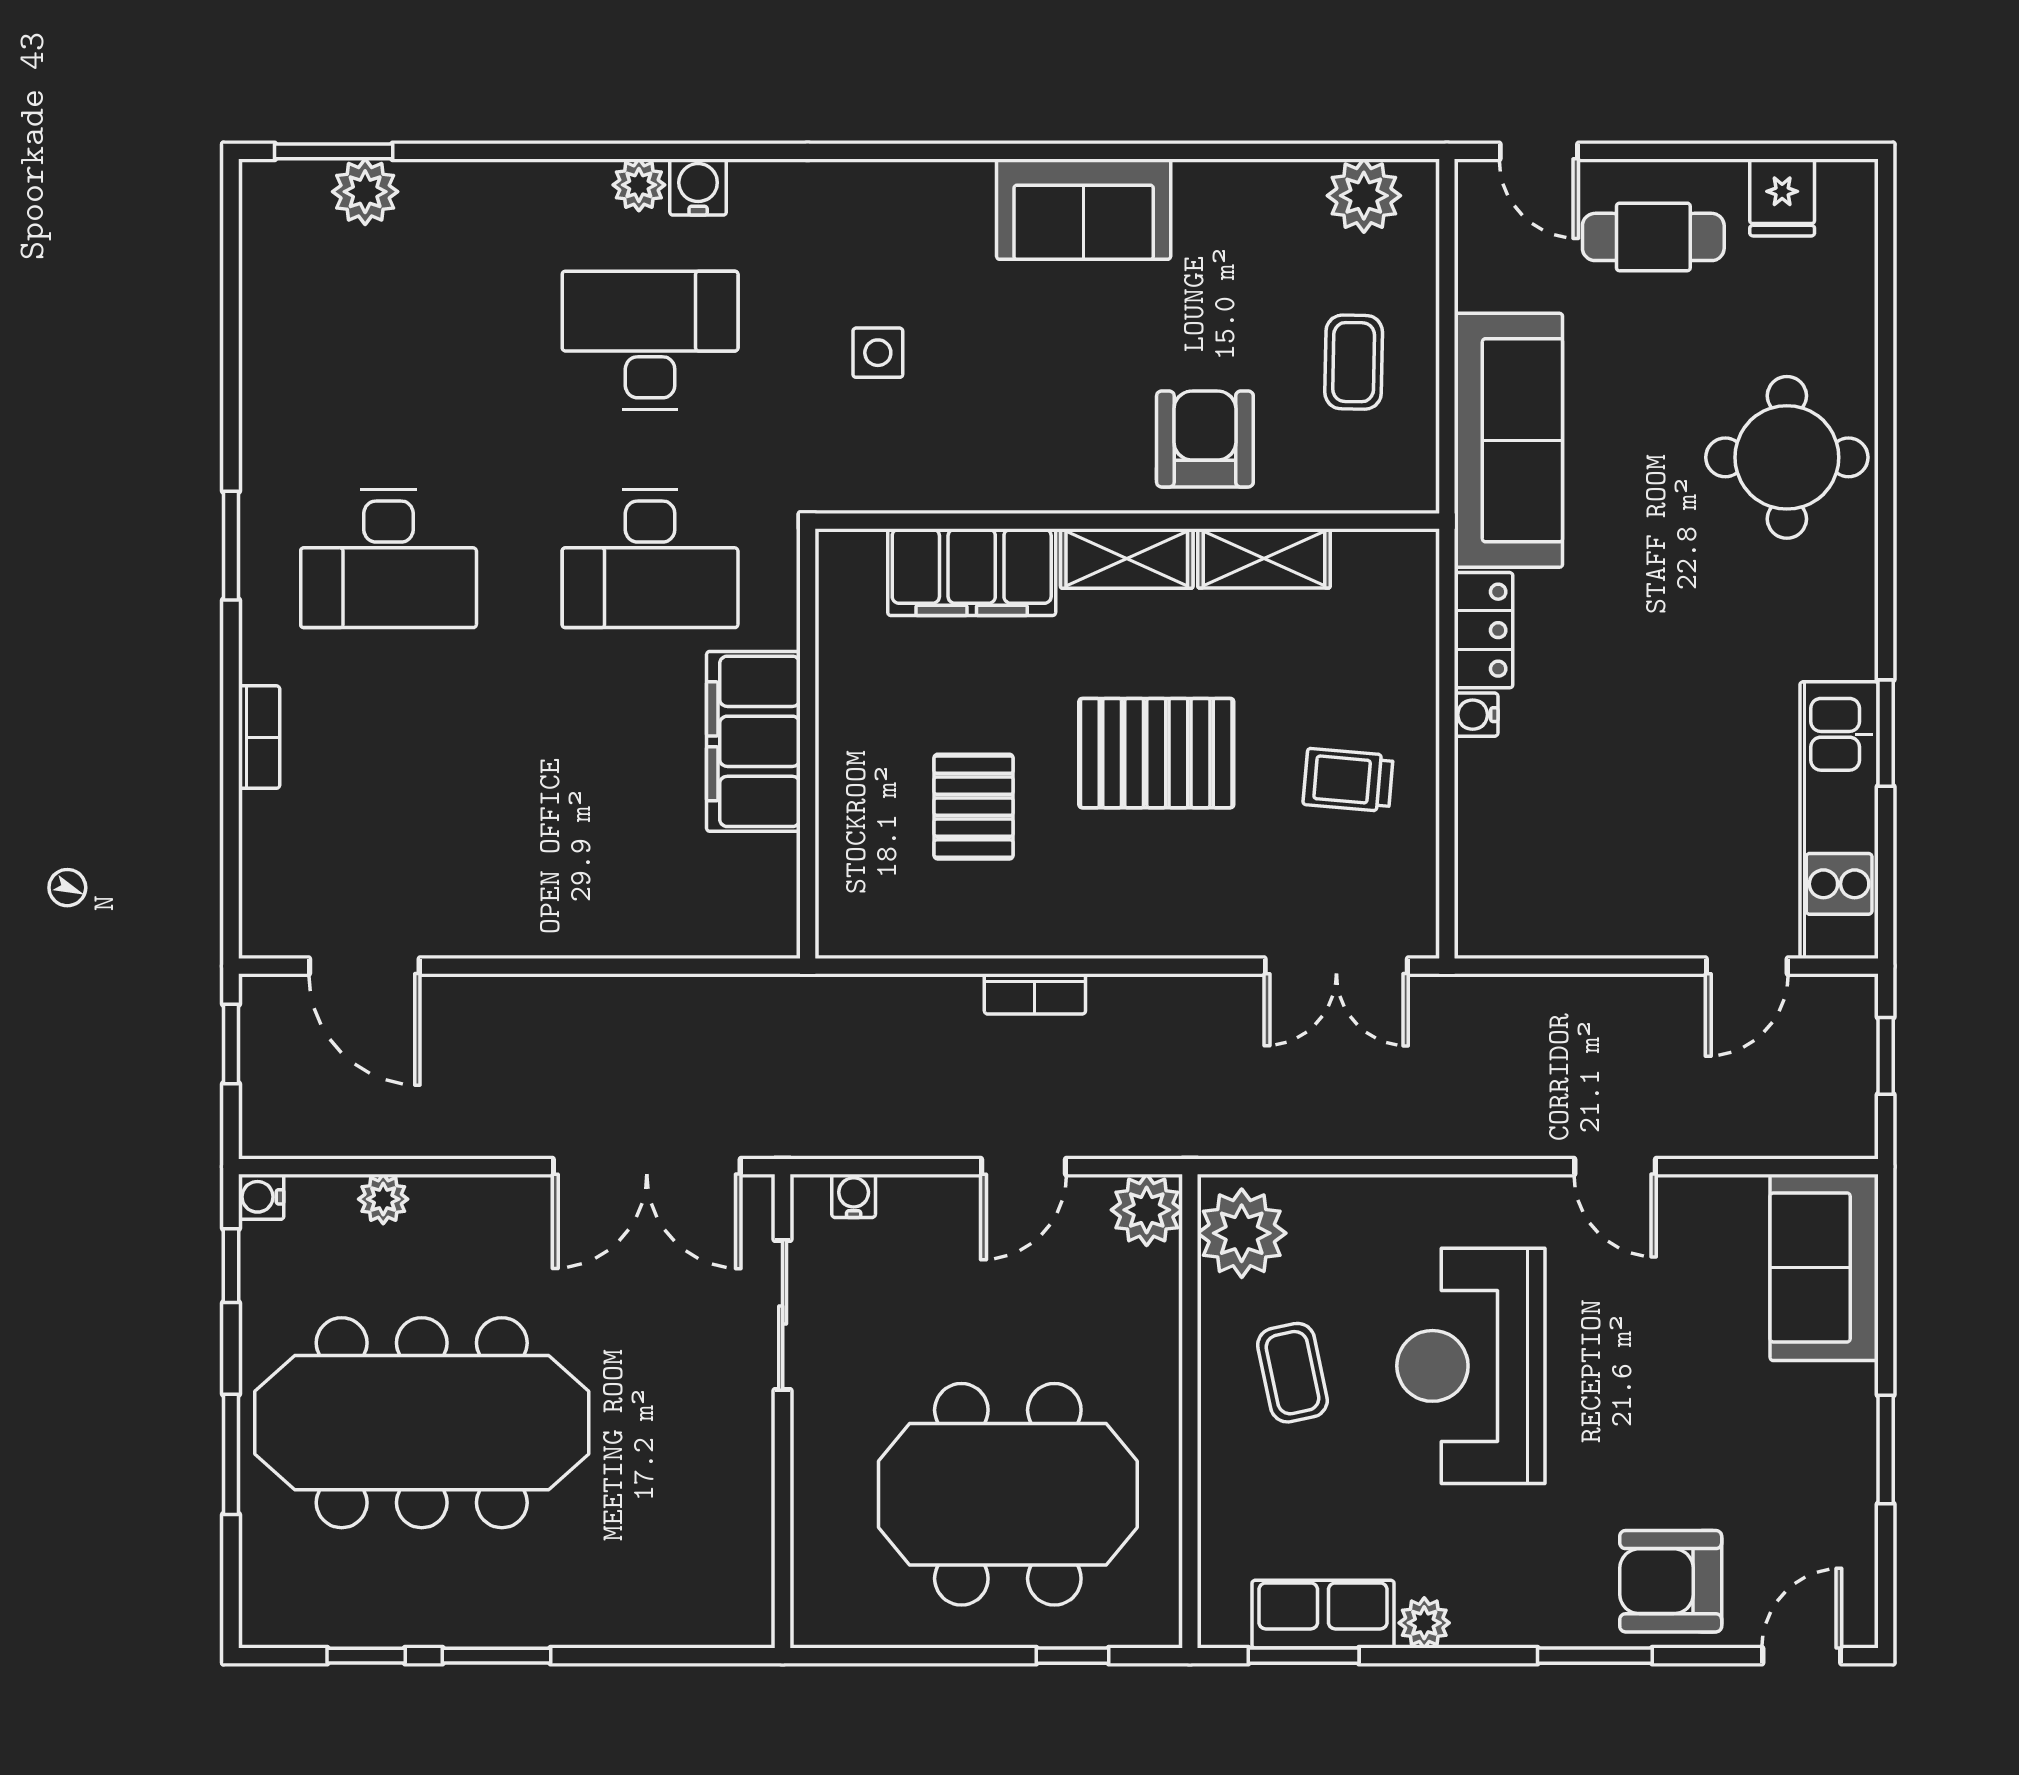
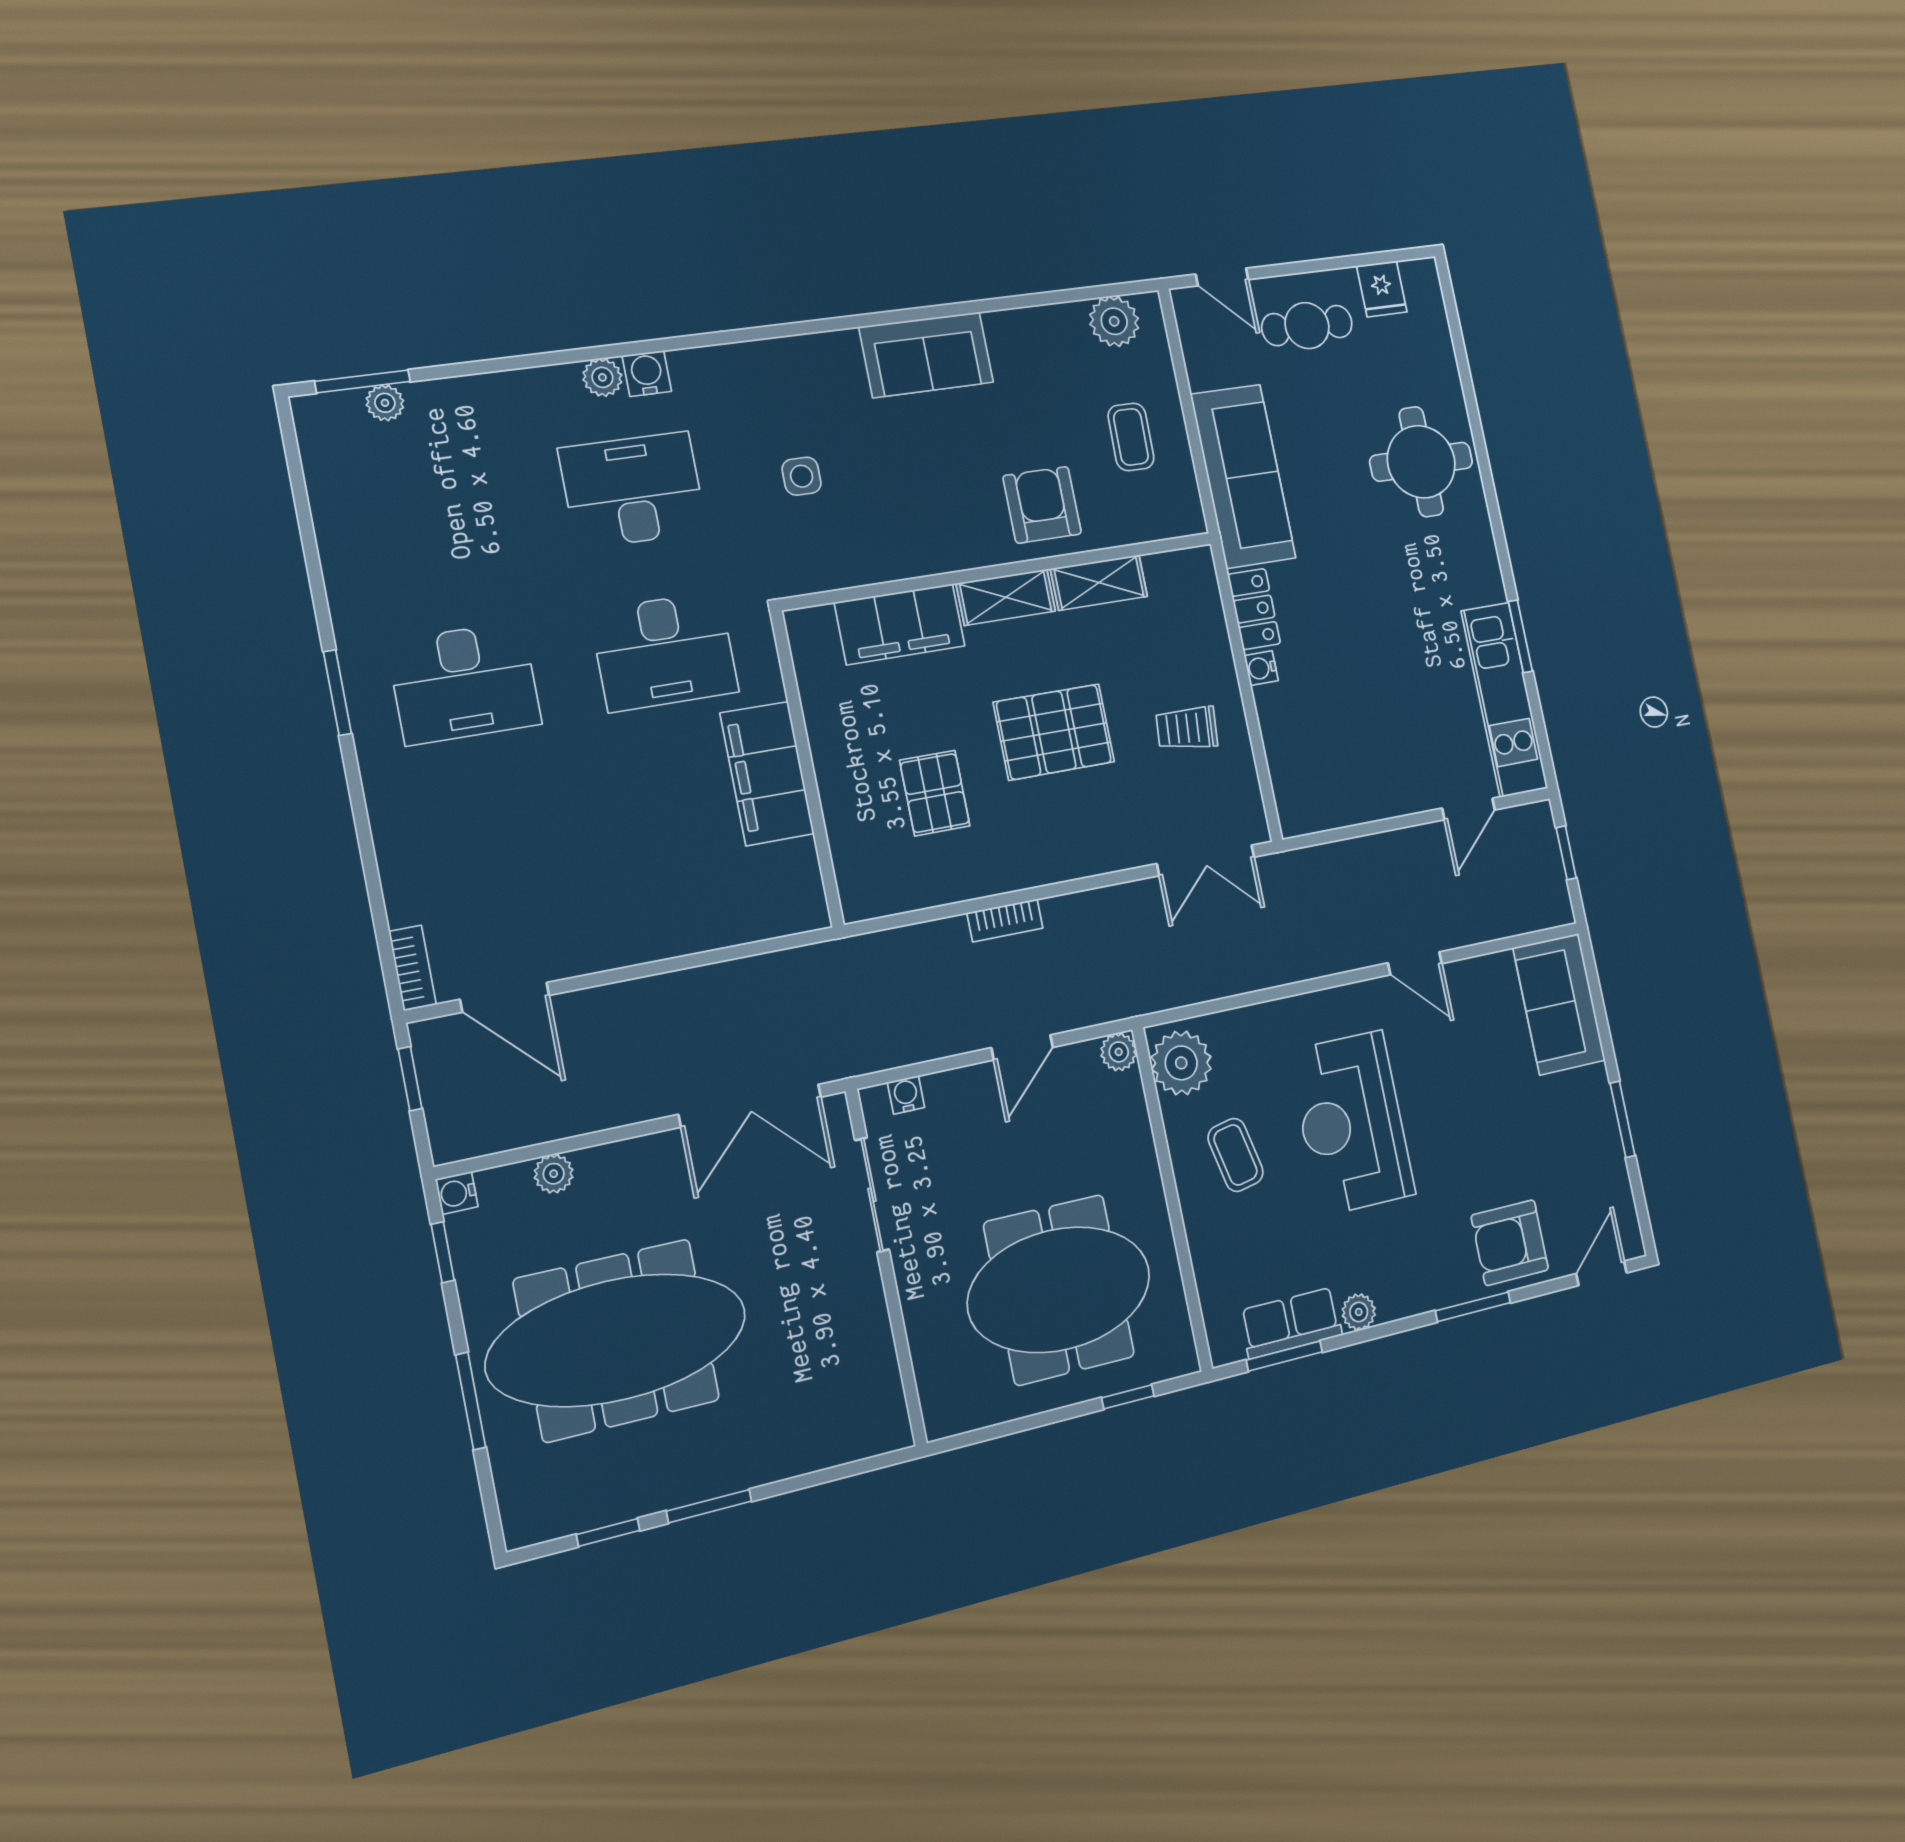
plant: (365, 192) -> (385, 403), width x0.73, depth x0.73
bookcase: (259, 737) -> (413, 968), moved
plant: (1147, 1210) -> (1119, 1052), width x0.73, depth x0.73

